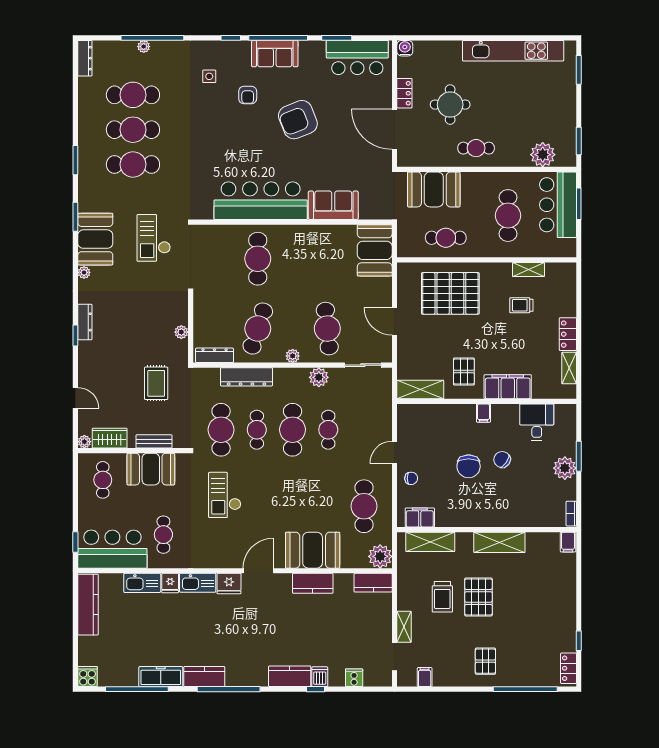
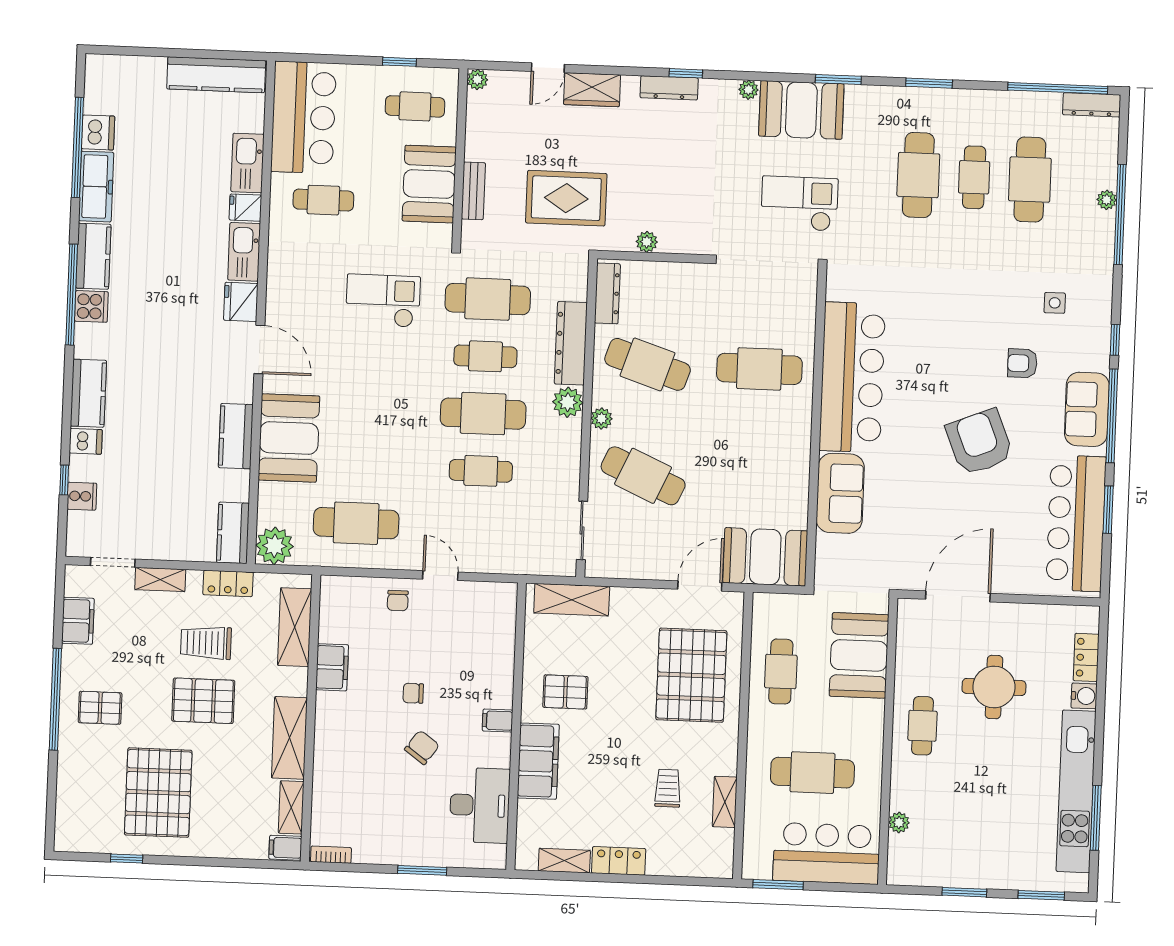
window: (529, 38) -> (1096, 818), added
water cooler: (405, 48) -> (1084, 696), moved
bar counter: (357, 57) -> (1076, 523), width x1.36
window: (75, 80) -> (1058, 88), added
locker: (404, 93) -> (1086, 657), moved, turned 90
cafe table: (133, 130) -> (974, 177), width x0.73, depth x0.74
window: (579, 141) -> (964, 892), moved
plant: (543, 155) -> (899, 822), width x0.53, depth x0.53
window: (579, 204) -> (778, 885), moved
door: (395, 321) -> (700, 586), moved
cafe table: (327, 329) -> (643, 476), turned 30
window: (75, 335) -> (686, 73), moved
plant: (319, 377) -> (568, 402), moved
rug: (156, 383) -> (566, 198), width x1.36, depth x1.43
shelving: (420, 390) -> (572, 600), moved, turned 90
desk: (537, 422) -> (480, 805), width x1.37
wardrobe: (110, 438) -> (592, 90), moved, turned 90
chair: (469, 466) -> (413, 693), width x0.54, depth x0.54
plant: (565, 468) -> (404, 847), removed
filing cabinet: (420, 518) -> (332, 667), moved
shelving: (543, 540) -> (291, 807), added
window: (75, 542) -> (399, 62), moved
pallet: (537, 623) -> (158, 793), added
locker: (568, 668) -> (228, 583), moved, turned 180
cooker: (88, 677) -> (91, 306), moved
dishwasher: (127, 677) -> (98, 132), added
filing cabinet: (425, 677) -> (78, 621), width x2.00
window: (315, 689) -> (64, 480), moved
window: (525, 689) -> (55, 699), moved

